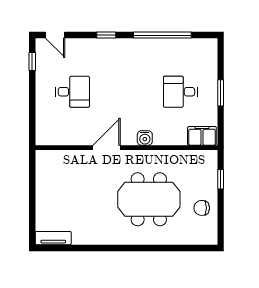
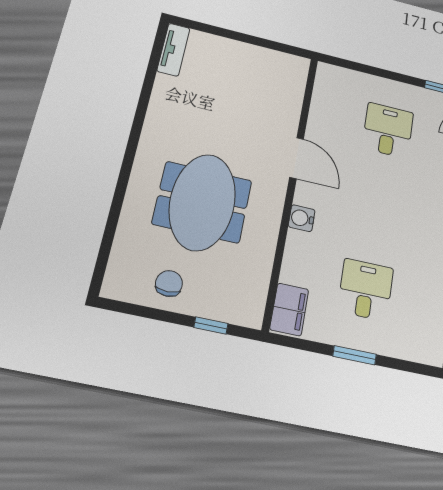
desk: (73, 92) -> (388, 130), turned 180

